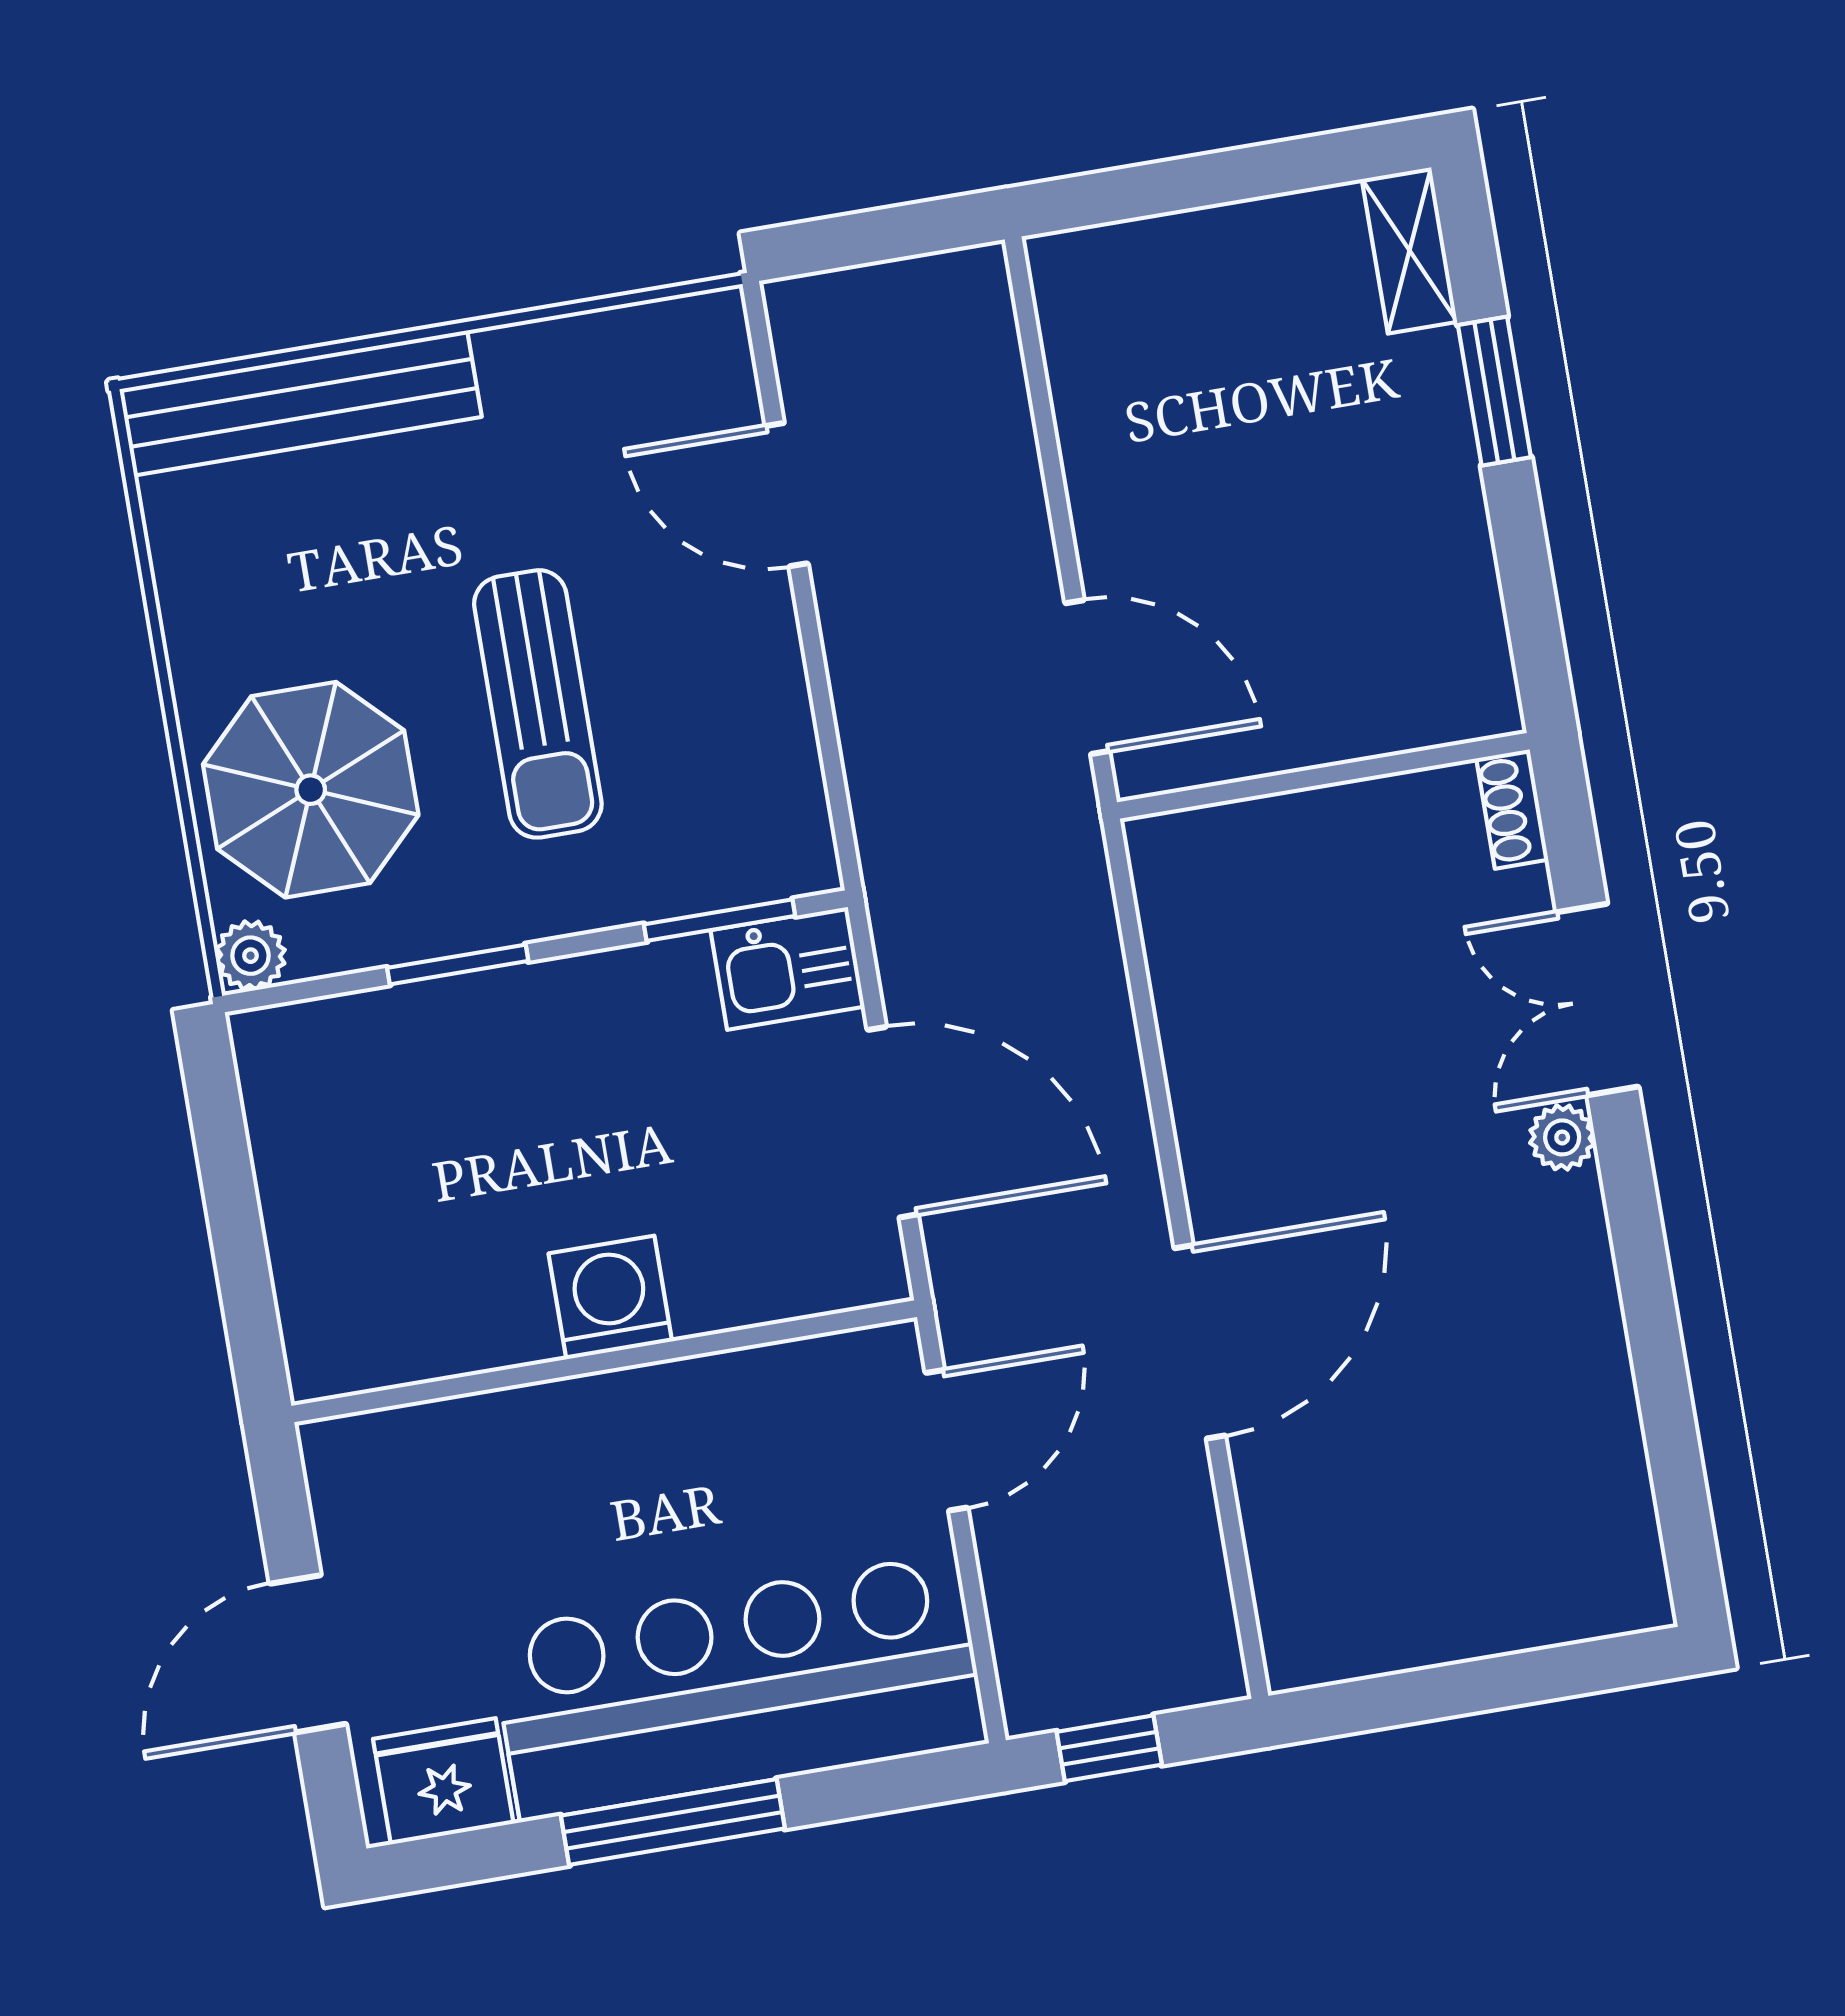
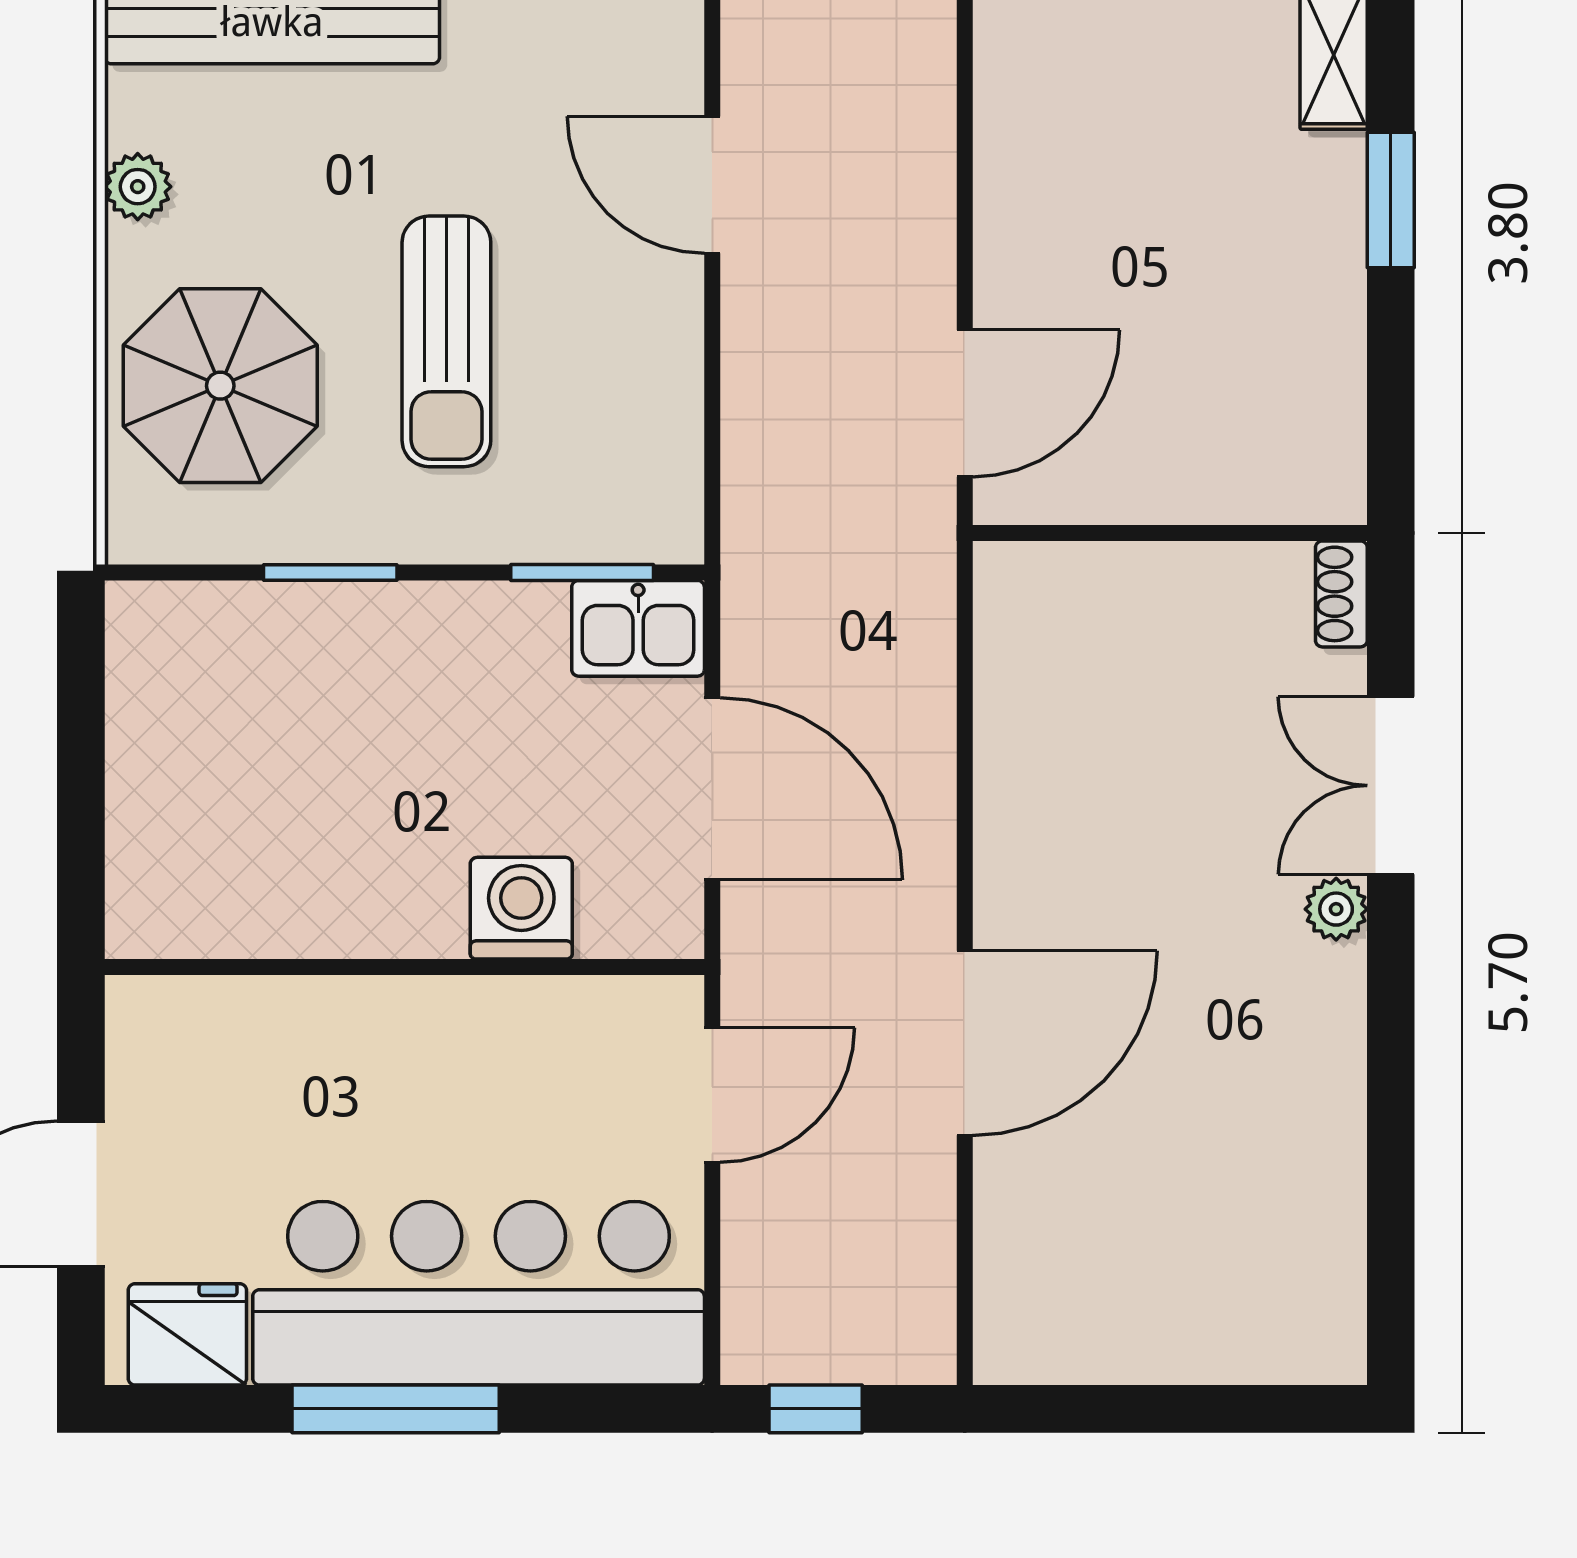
door: (1087, 677) -> (965, 403), hinge flipped
plant: (251, 956) -> (138, 187), moved
washing machine: (610, 1297) -> (521, 908), moved

